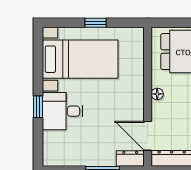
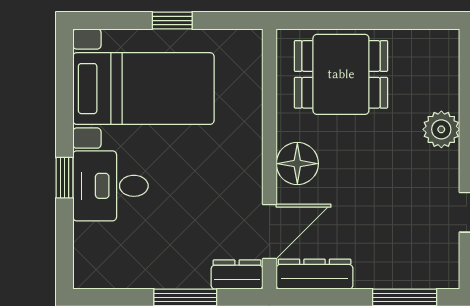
floor lamp: (157, 94) -> (297, 164), width x1.89, depth x1.89
door: (148, 136) -> (270, 232), swing flipped

